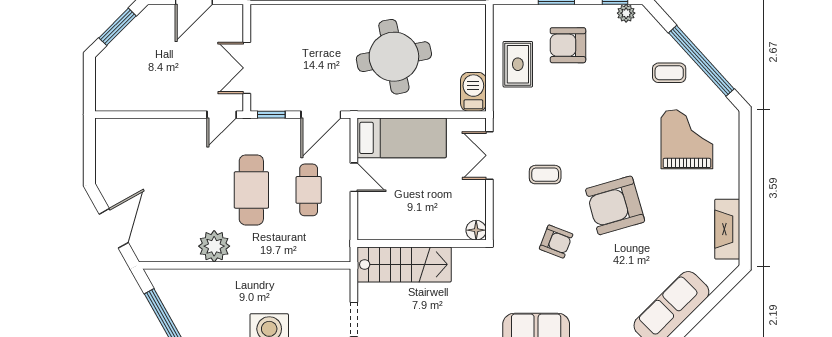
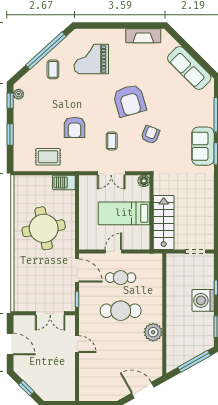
window: (117, 27) -> (26, 388), width x0.67
armchair: (568, 45) -> (75, 127), moved
door: (222, 115) -> (77, 344), moved
bed: (402, 138) -> (124, 213), moved, turned -90
double door: (489, 155) -> (111, 173), moved

